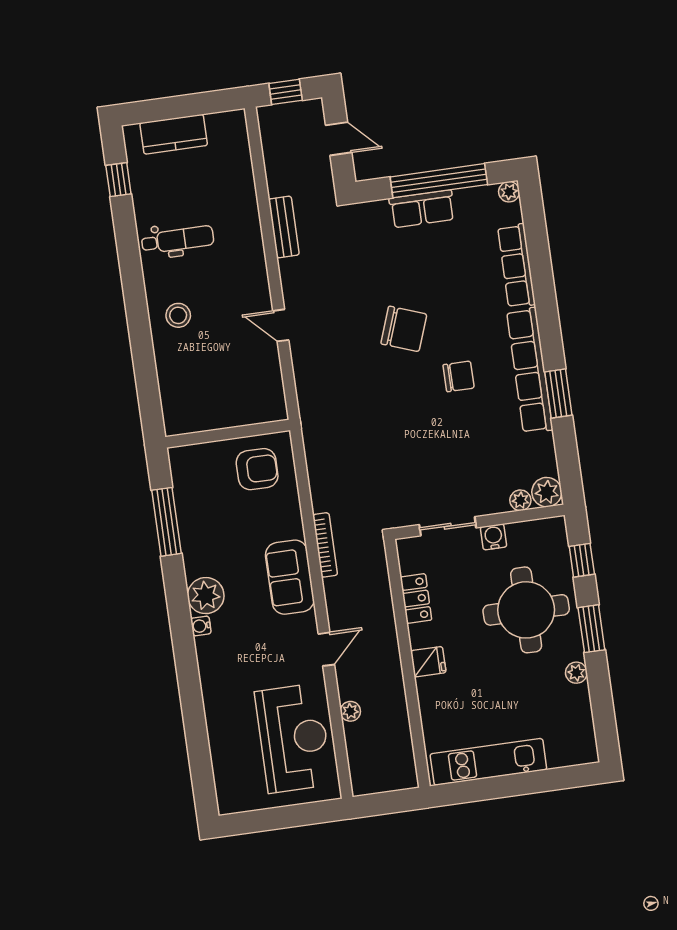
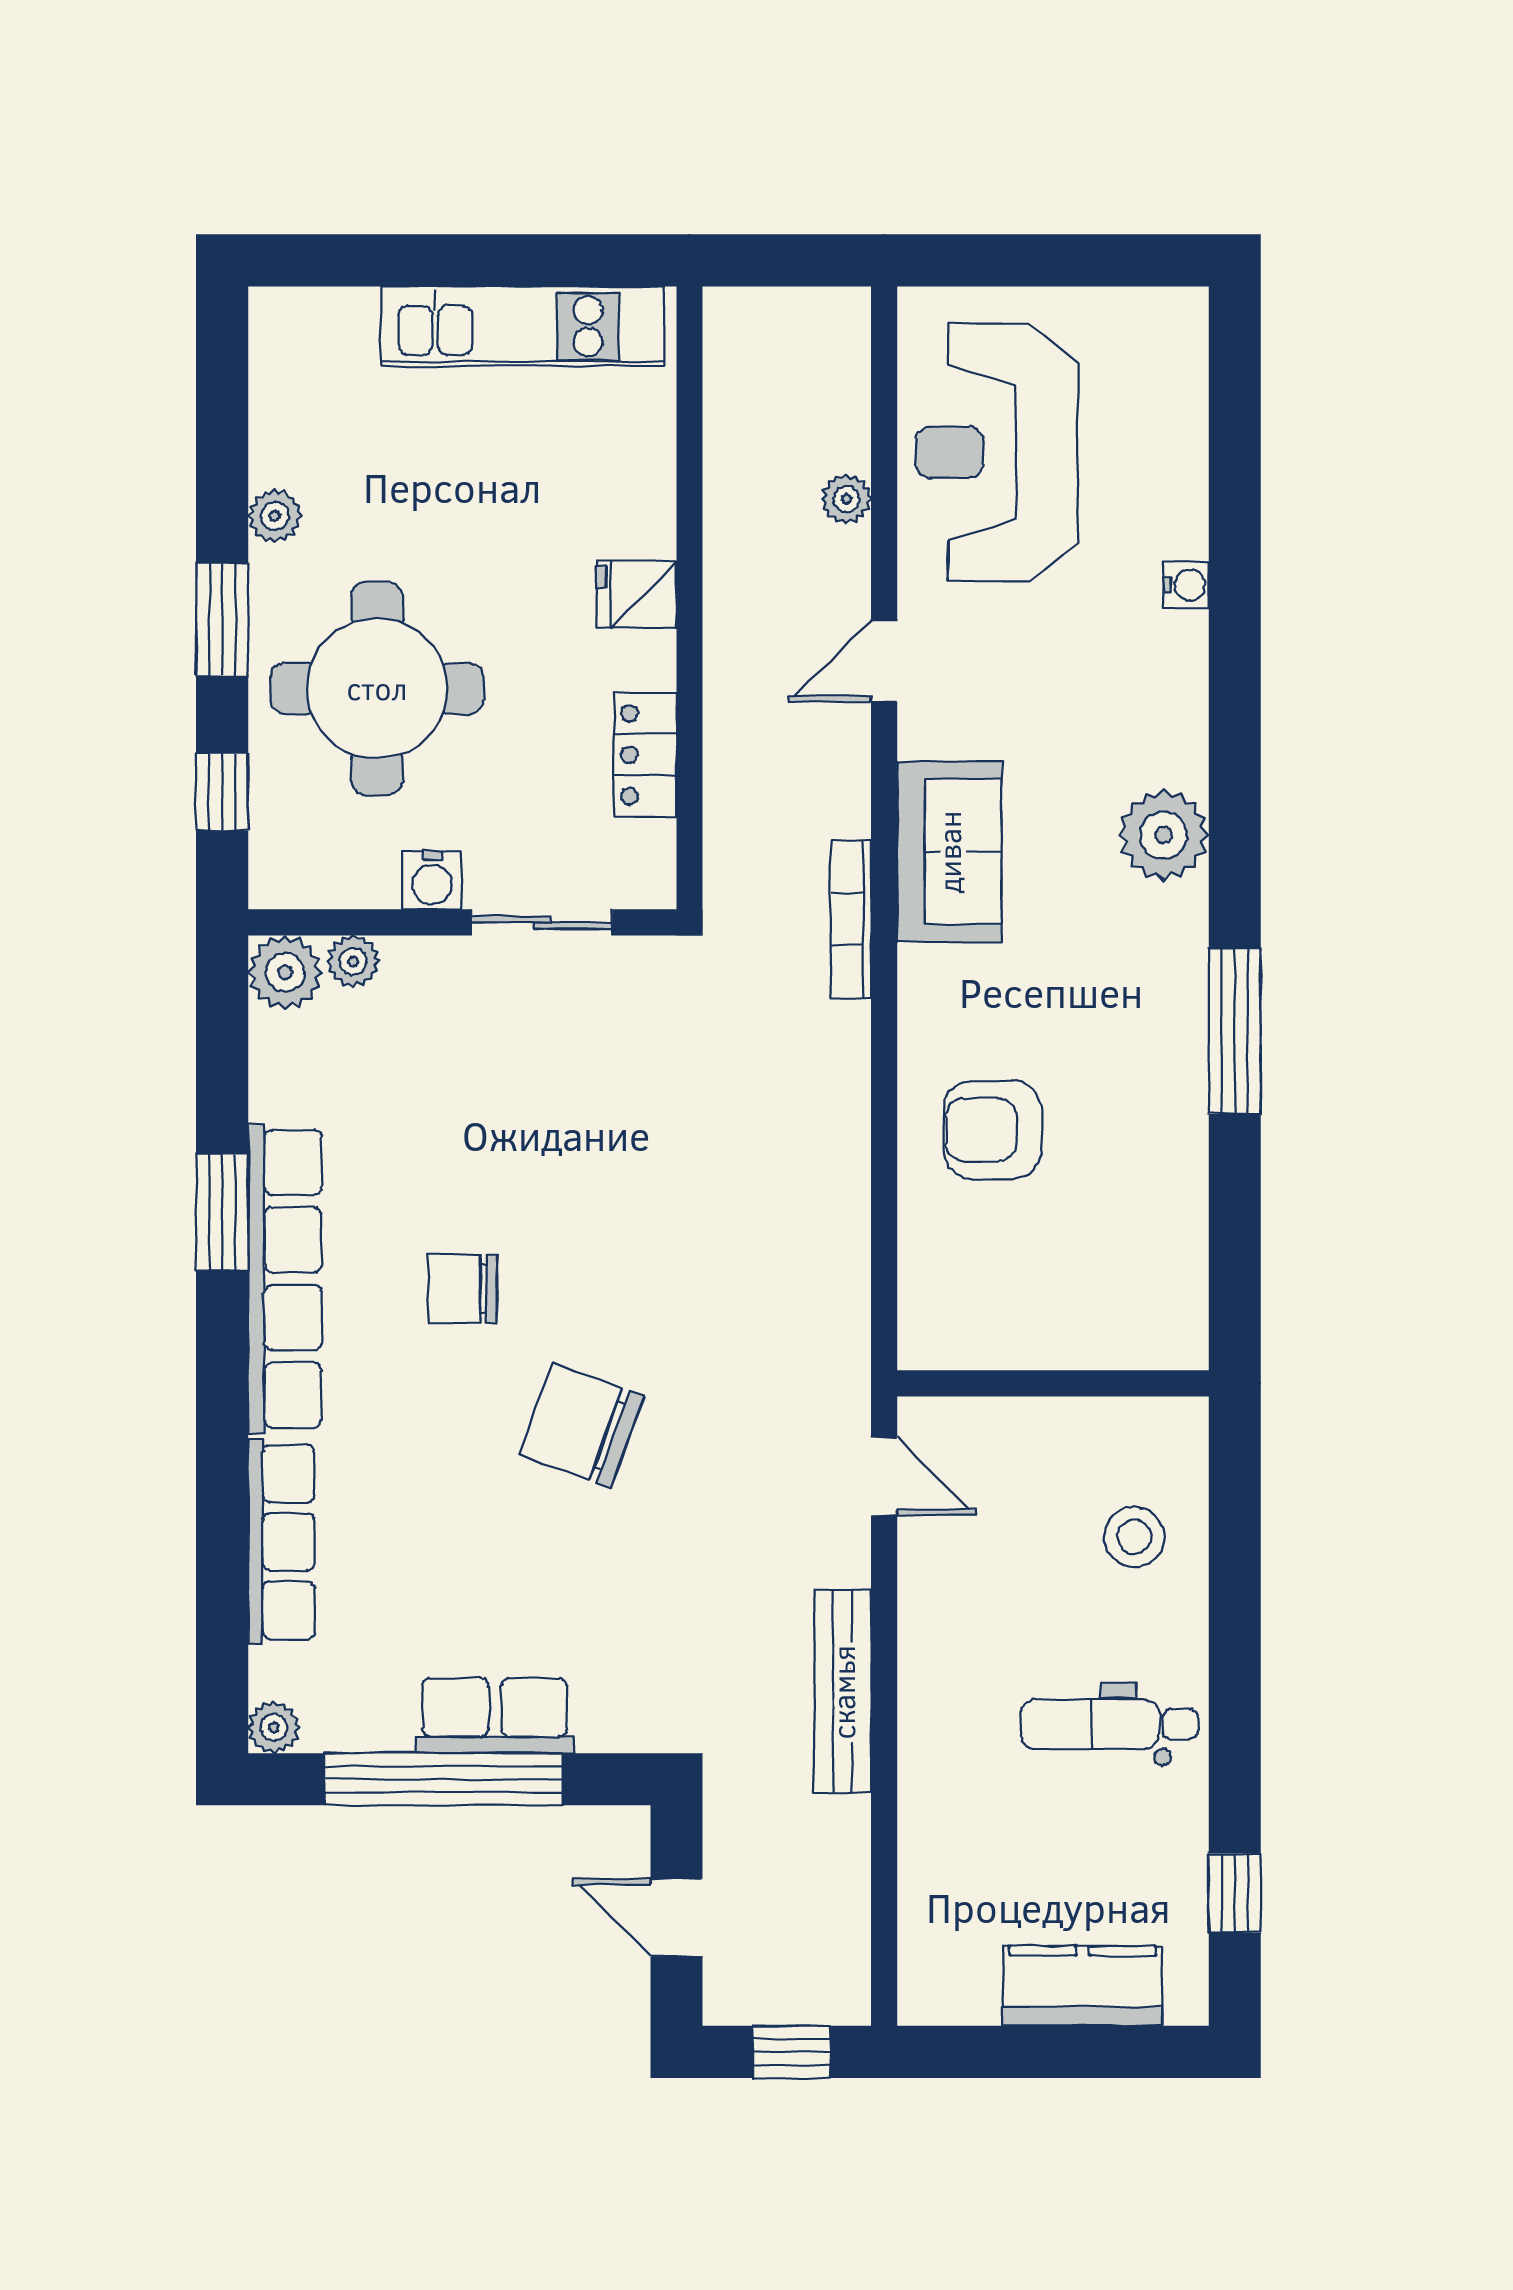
bench: (284, 227) -> (843, 1692), width x1.36
wall: (228, 434) -> (1053, 1383), moved
water cooler: (201, 626) -> (1186, 585), moved

